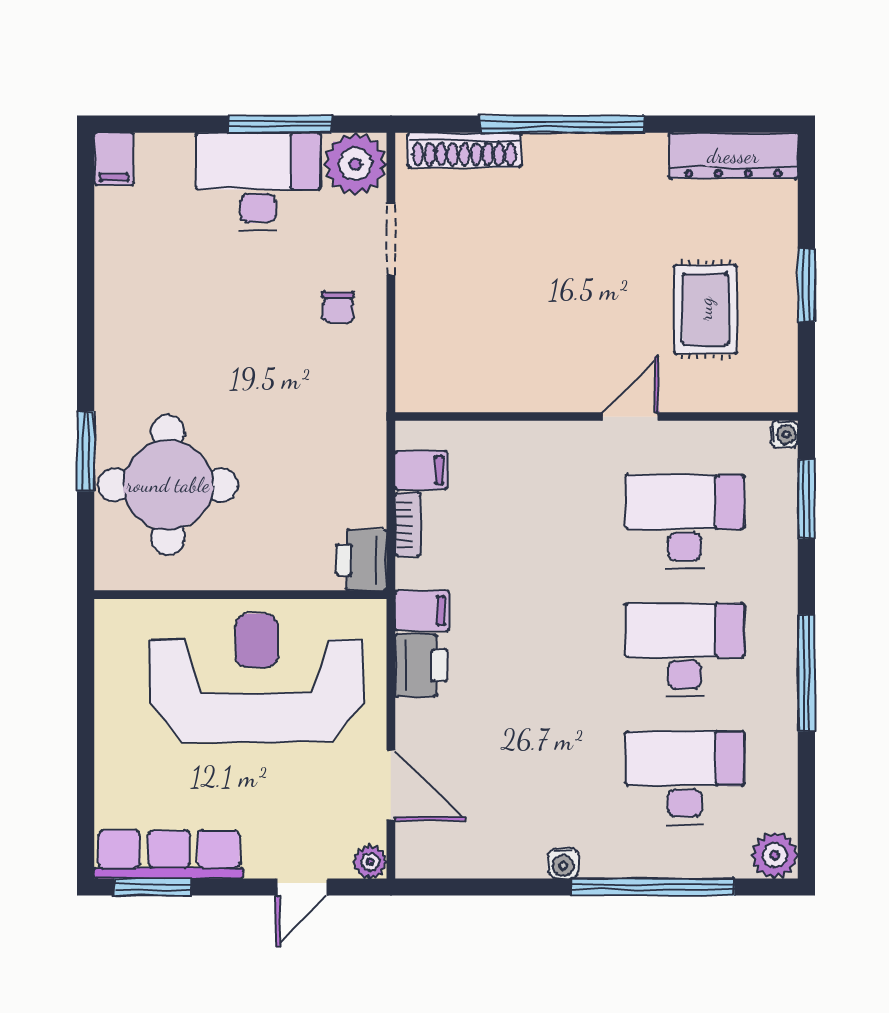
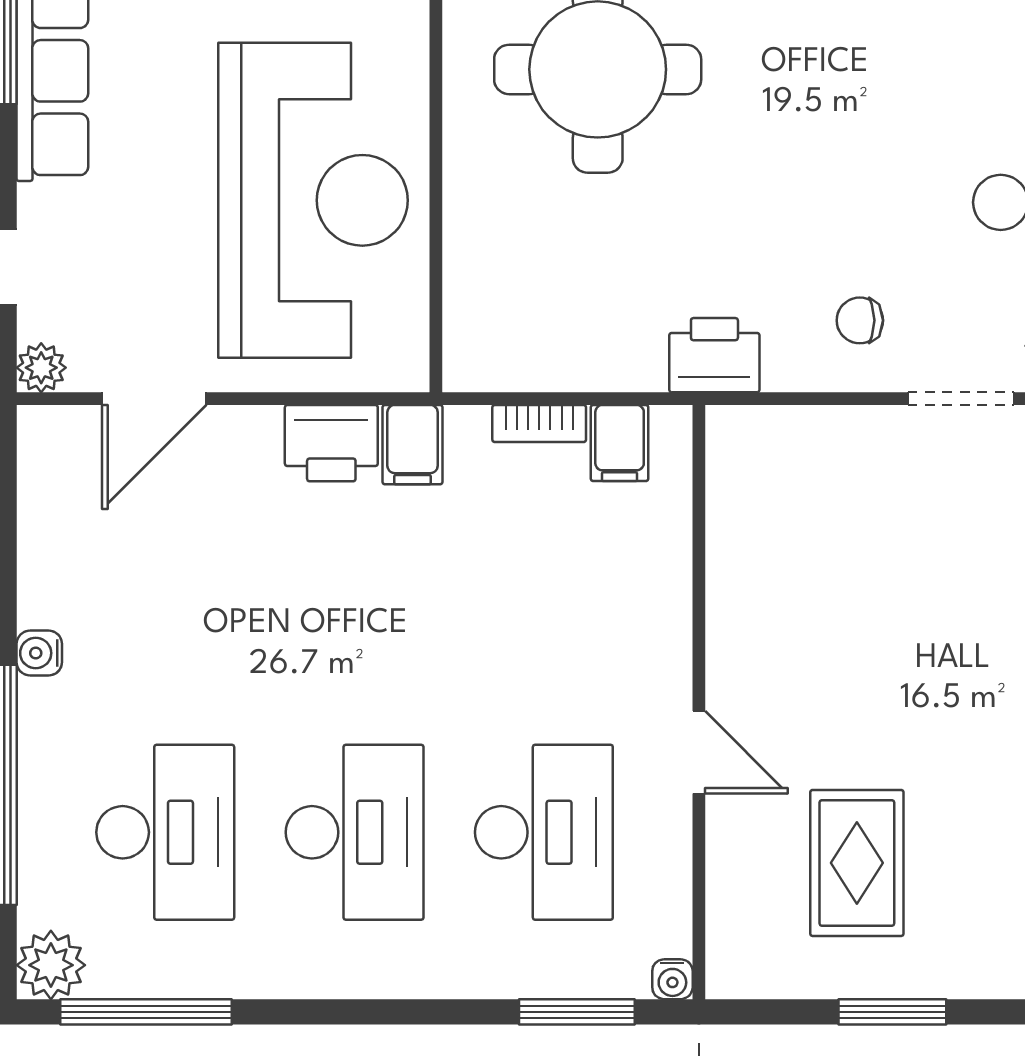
rug: (705, 309) -> (857, 863), turned 90
printer: (362, 560) -> (714, 355), moved
window: (806, 673) -> (146, 1012), moved

